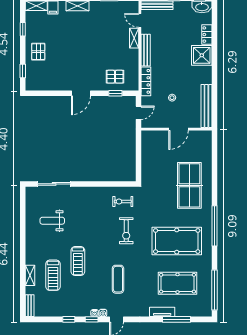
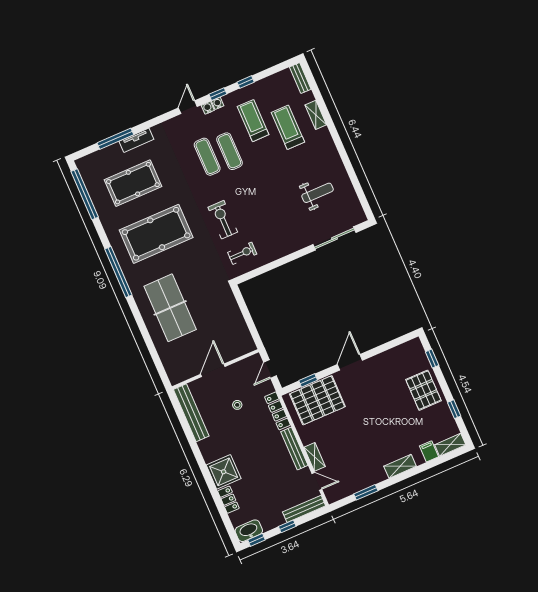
pallet: (38, 52) -> (423, 390), width x1.50, depth x1.42
pallet: (115, 77) -> (317, 400), width x2.05, depth x2.00
treadmill: (78, 261) -> (253, 121), moved
exercise mat: (101, 276) -> (230, 151), added

